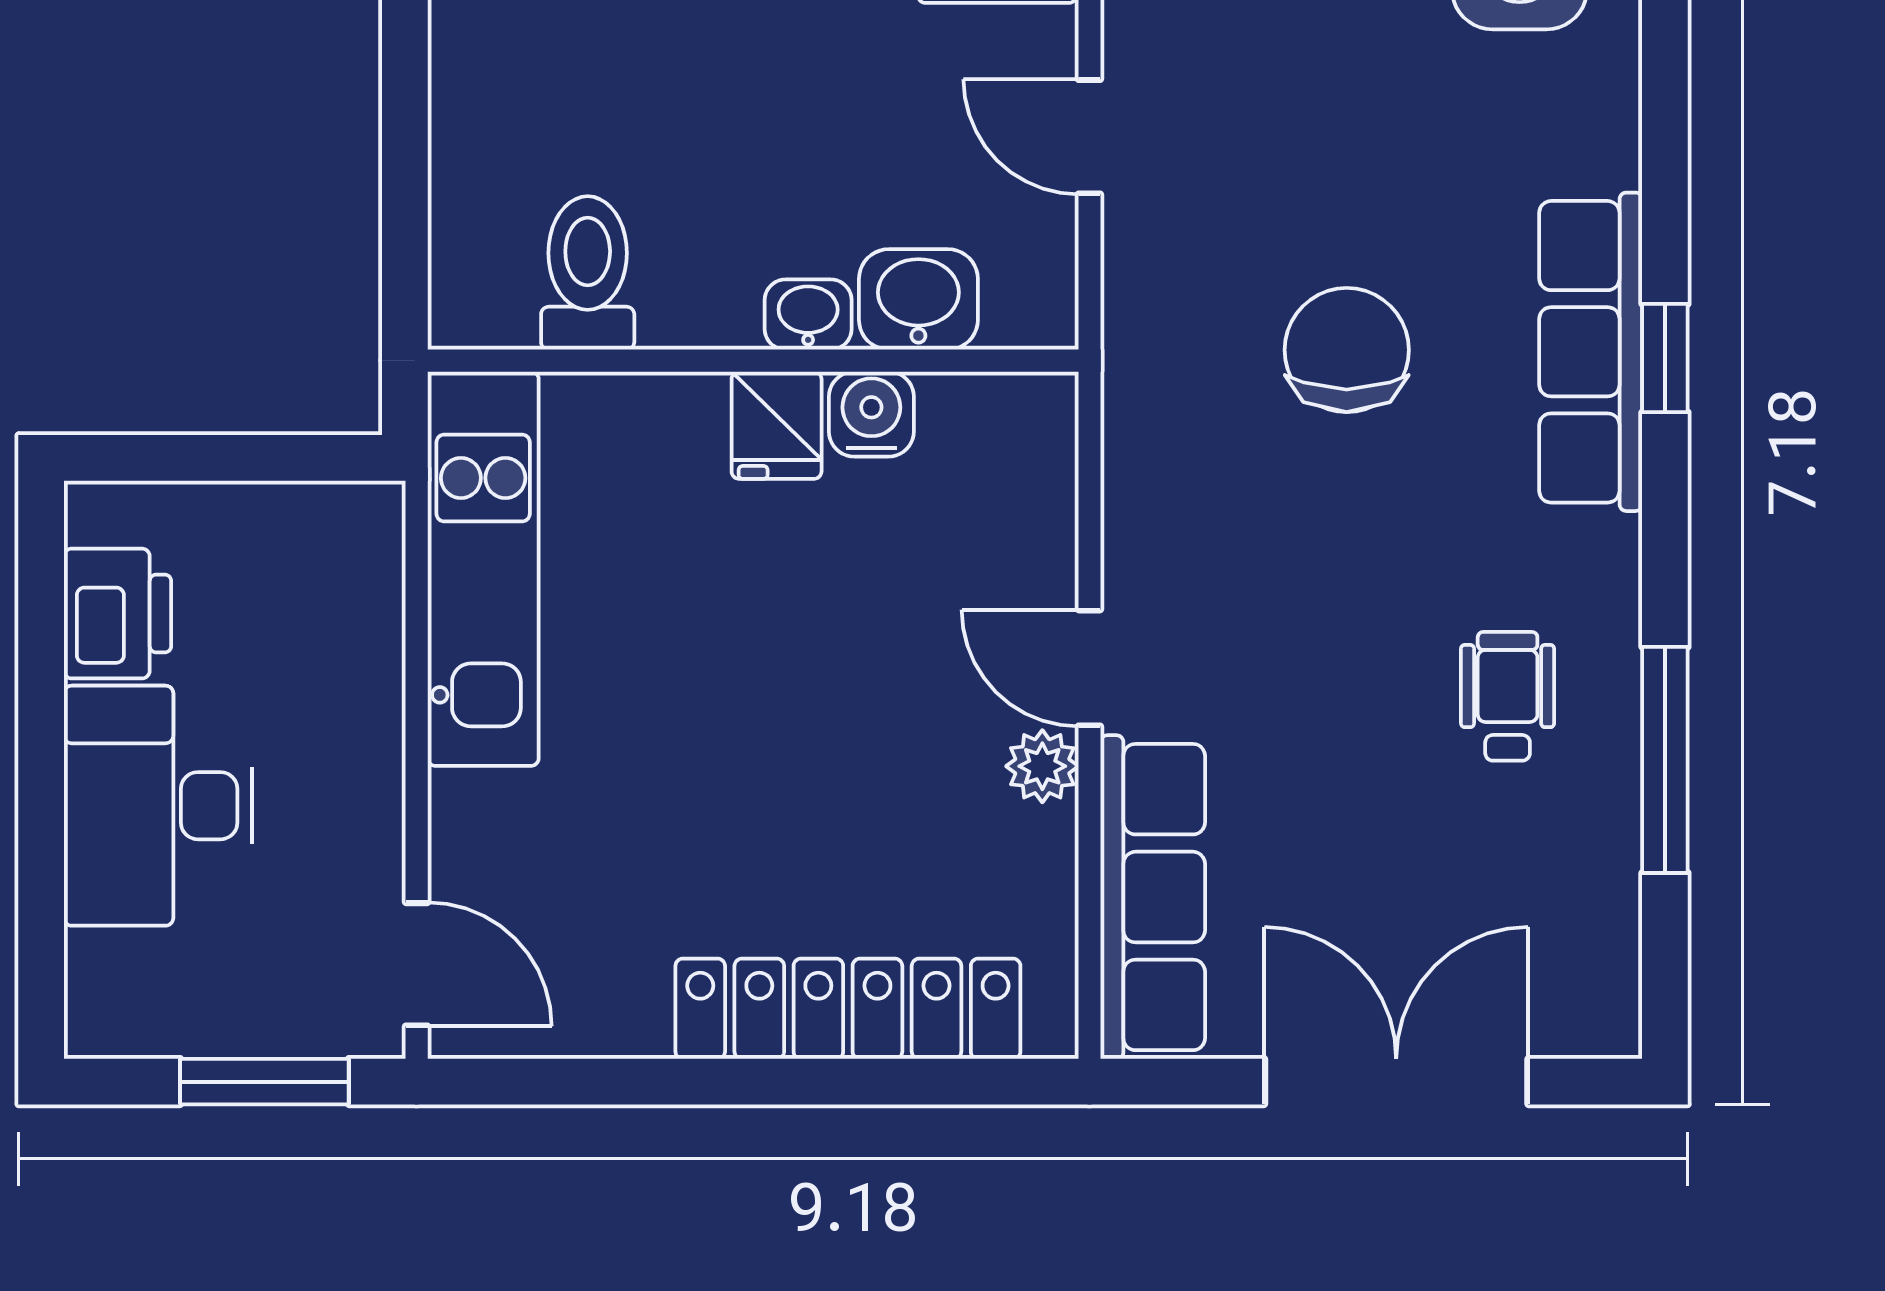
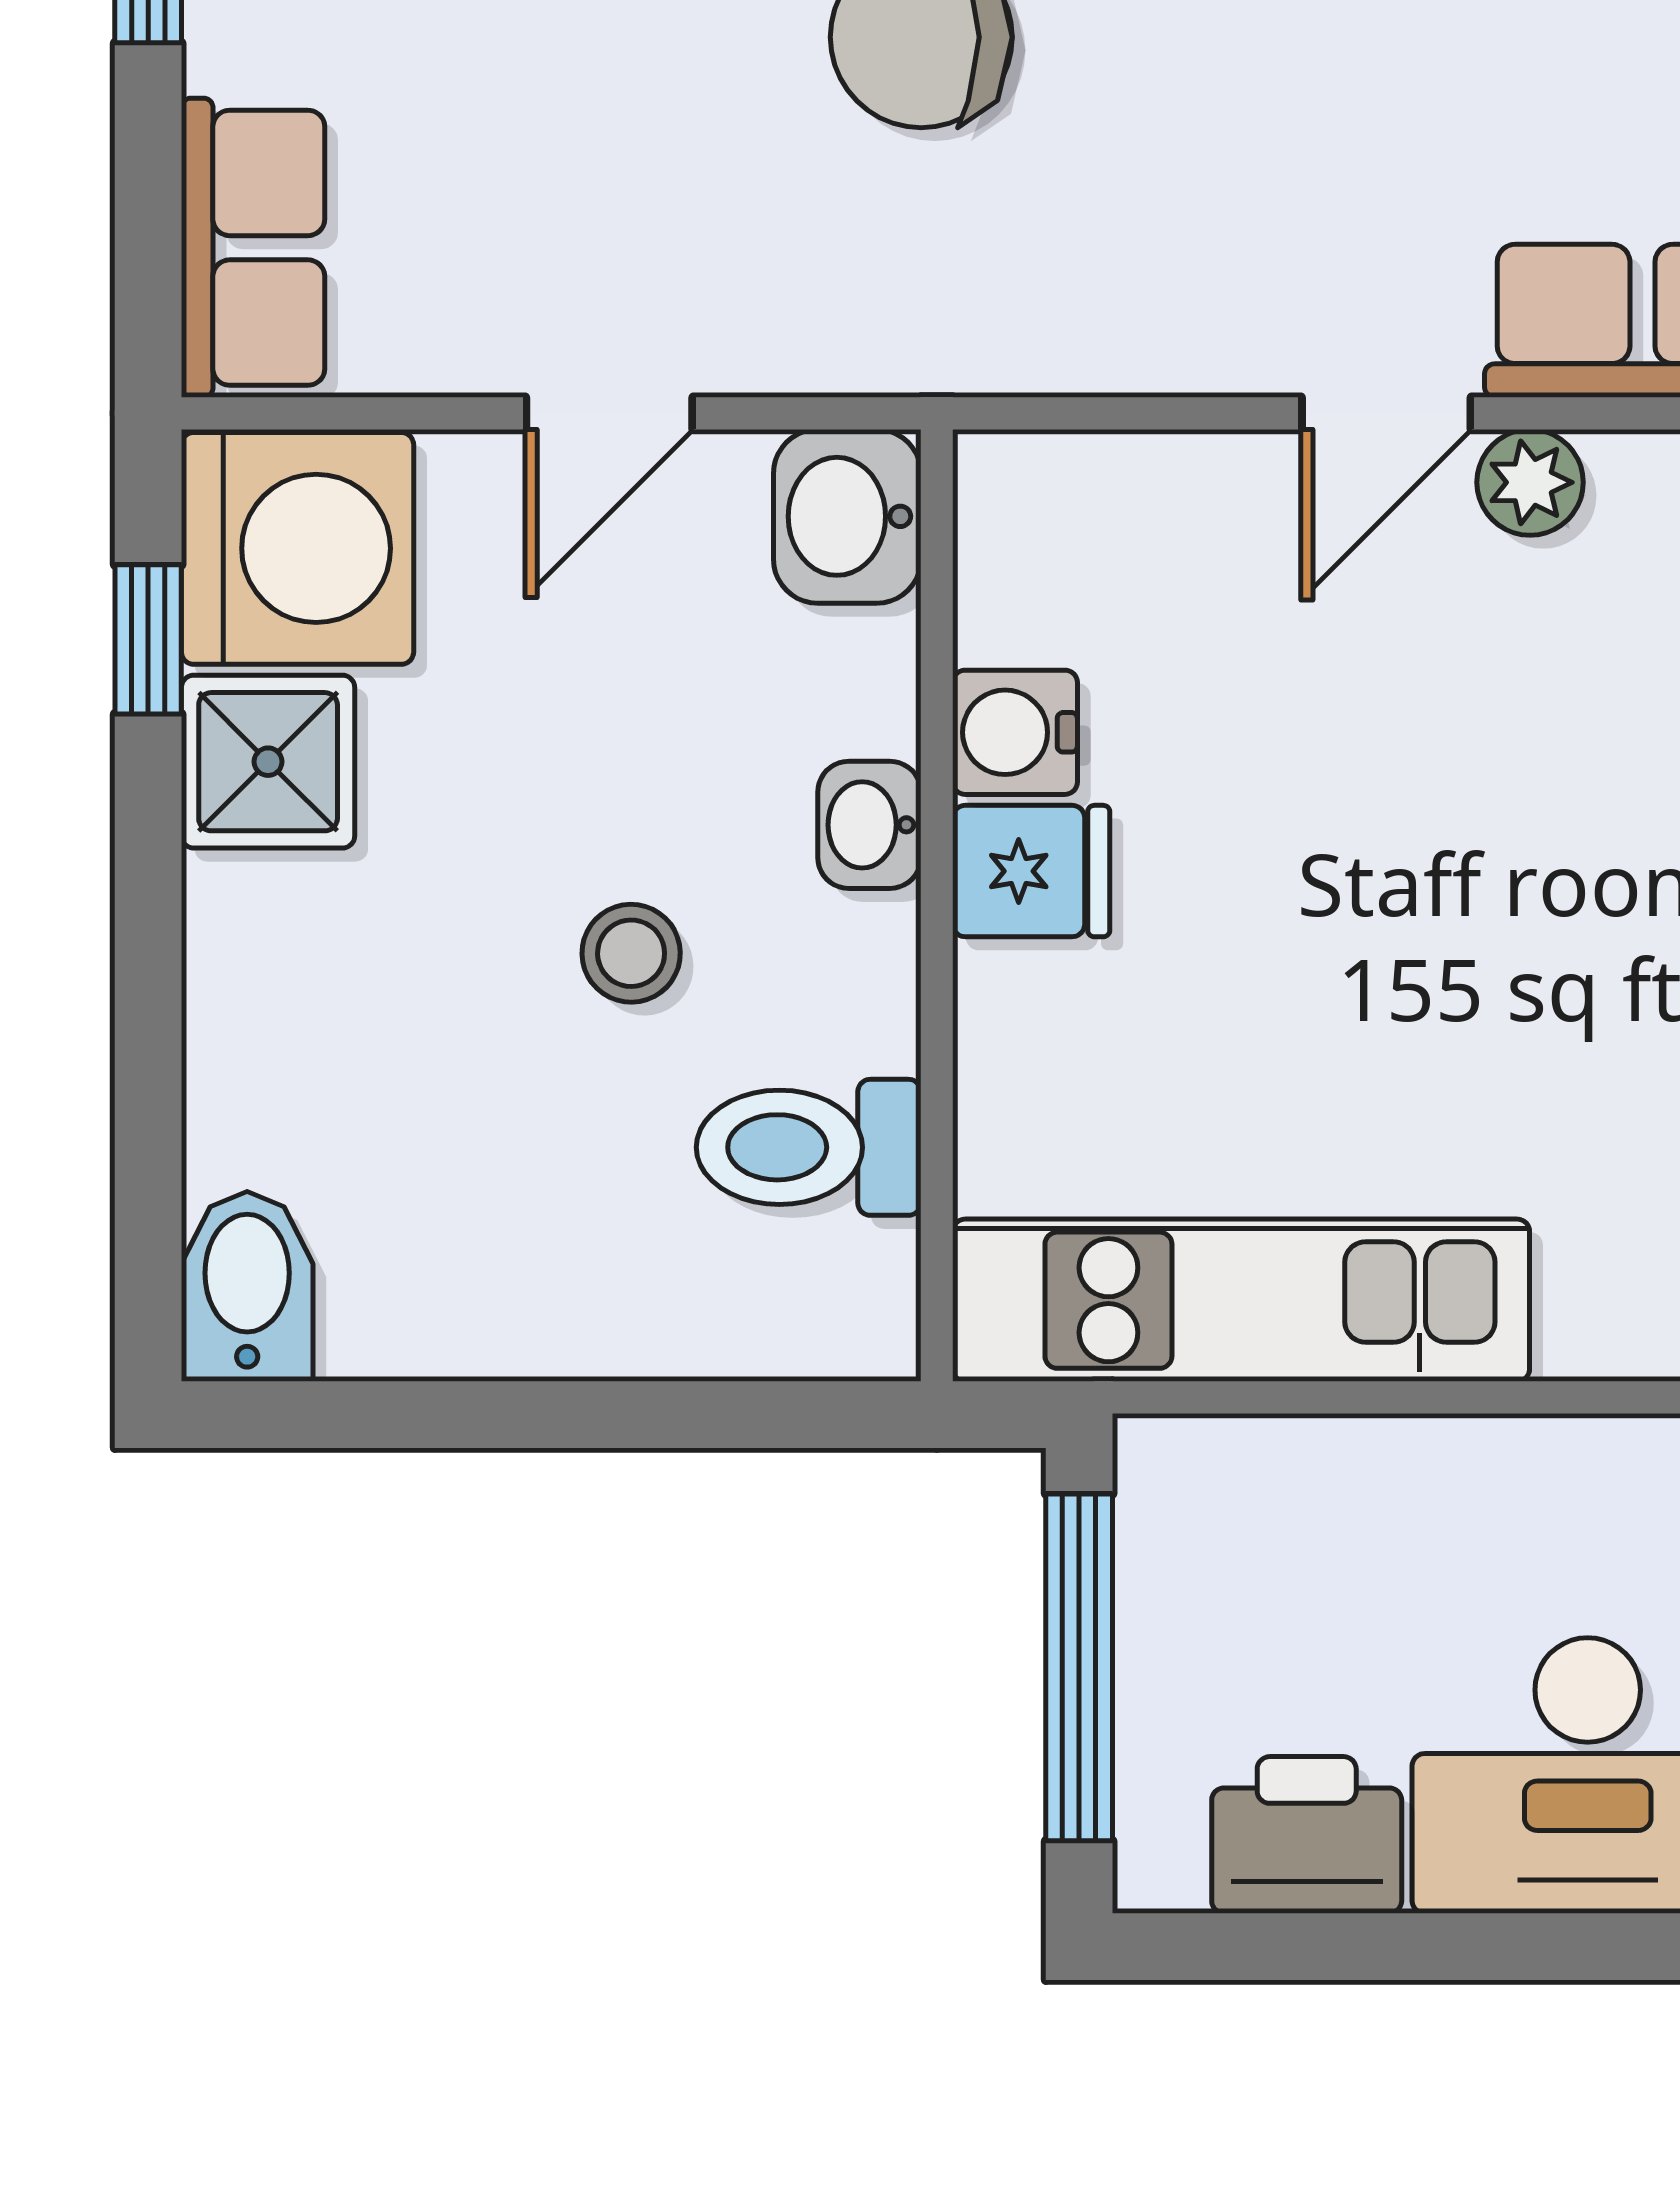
stool: (720, 152) -> (631, 953), added
washbasin: (918, 299) -> (847, 516), moved
window: (232, 458) -> (1079, 1667), added

